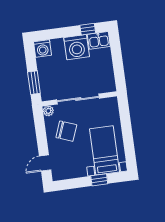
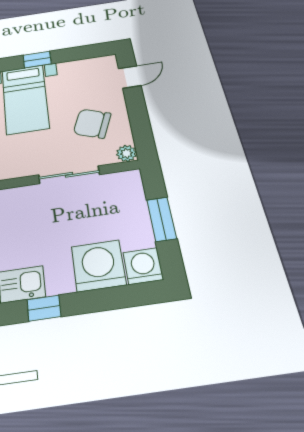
washing machine: (77, 47) -> (98, 266), moved
window: (34, 83) -> (162, 219), moved
sliding door: (78, 99) -> (69, 175), width x0.73

